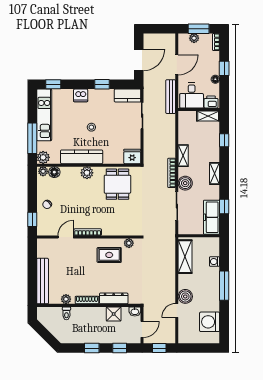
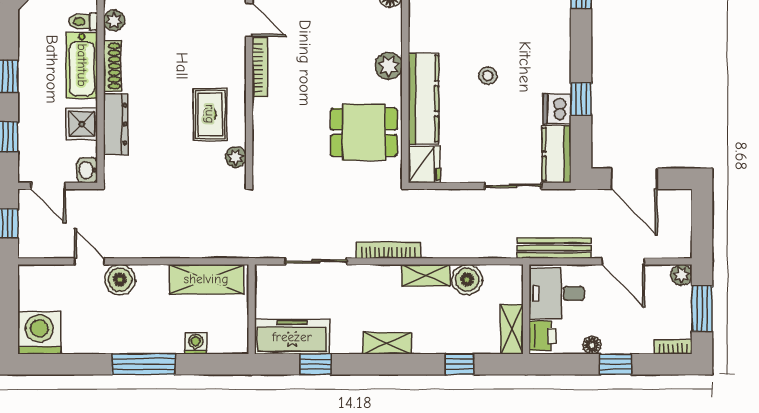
plant: (194, 38) -> (681, 275), moved
dishwasher: (81, 95) -> (557, 109), moved
kitchen counter: (82, 157) -> (423, 99), moved
boiler: (185, 183) -> (467, 280), moved
bathtub: (87, 314) -> (82, 65), added
washing machine: (210, 322) -> (39, 333), moved

